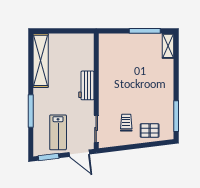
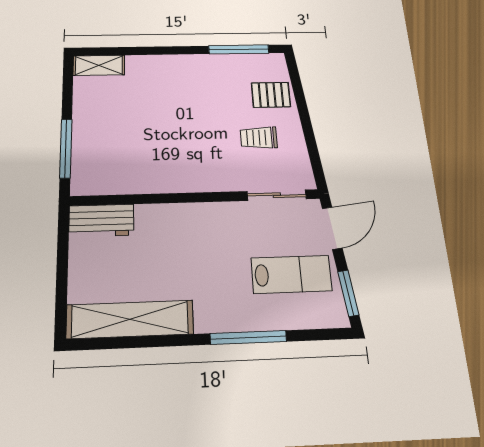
window: (145, 31) -> (66, 148), moved
workbench: (86, 85) -> (101, 220), moved
pallet: (150, 130) -> (271, 95), turned 90

